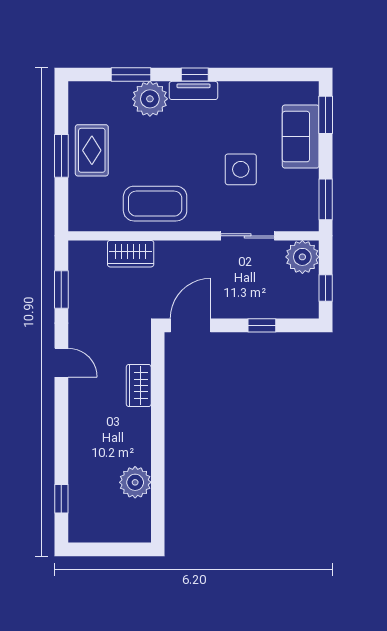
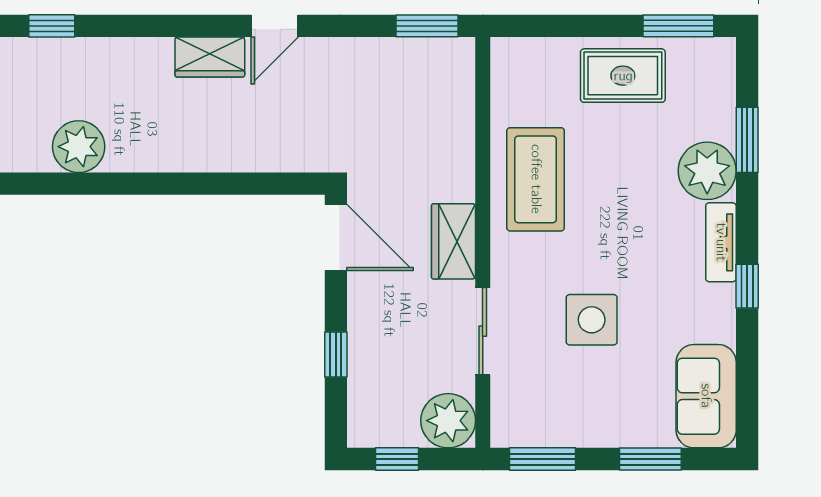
window: (195, 75) -> (747, 286), moved
window: (326, 115) -> (650, 459), moved
sofa: (301, 137) -> (706, 396), moved, turned -90
window: (61, 156) -> (678, 26), moved
wardrobe: (131, 254) -> (453, 241), moved
window: (61, 289) -> (427, 26), moved
wardrobe: (139, 386) -> (210, 57), moved, turned 180

